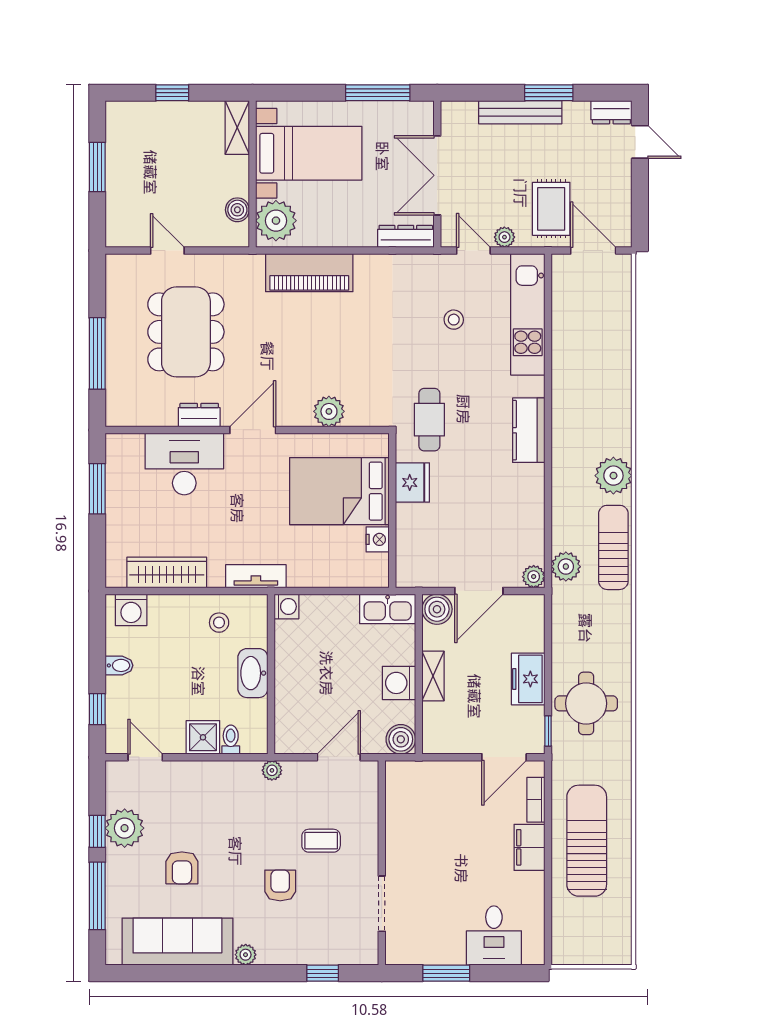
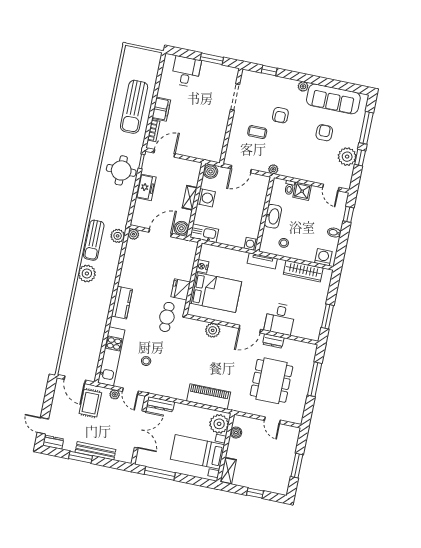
desk: (184, 464) -> (280, 319), width x0.73

